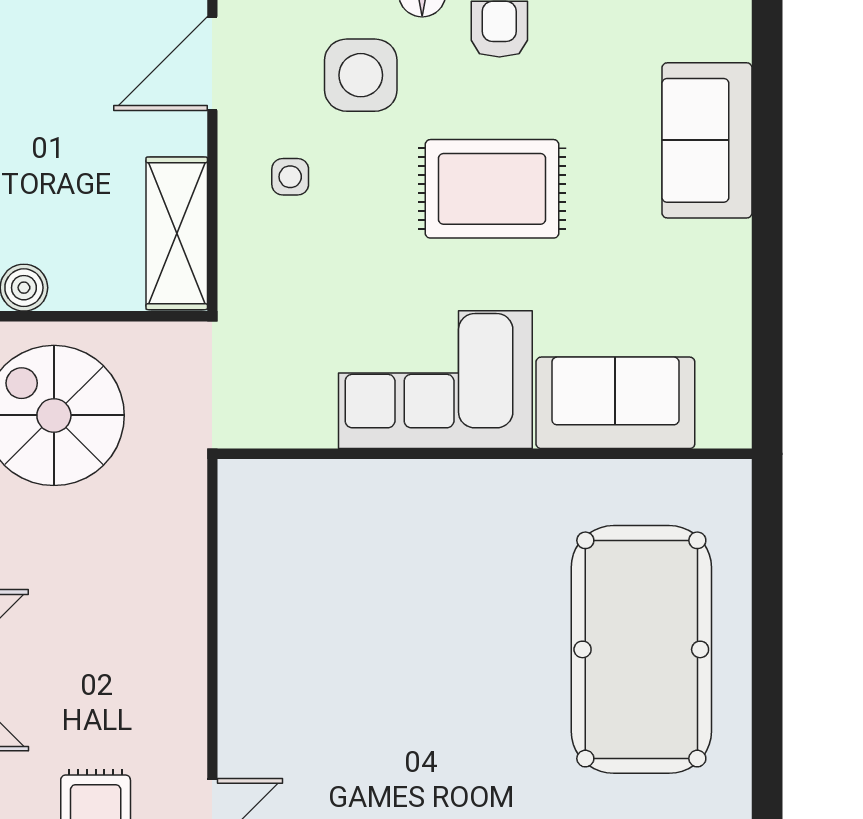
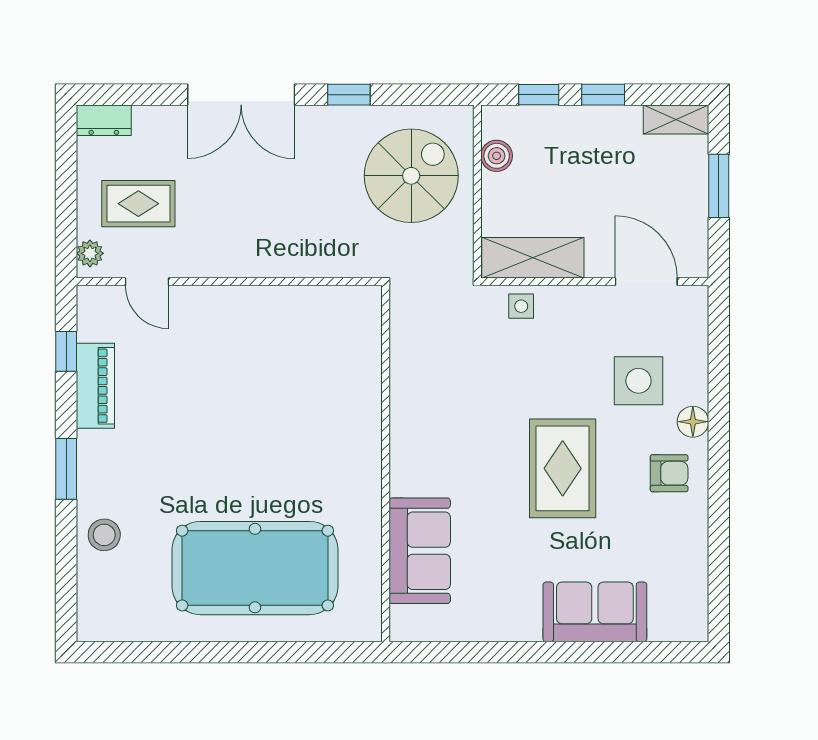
side table: (290, 177) -> (521, 306), moved
corner sofa: (435, 380) -> (435, 431), removed

